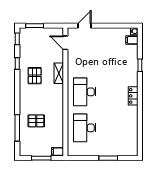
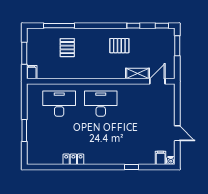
door: (84, 26) -> (177, 133), moved
shelving: (59, 73) -> (137, 74), moved
locker: (133, 96) -> (73, 159), moved

